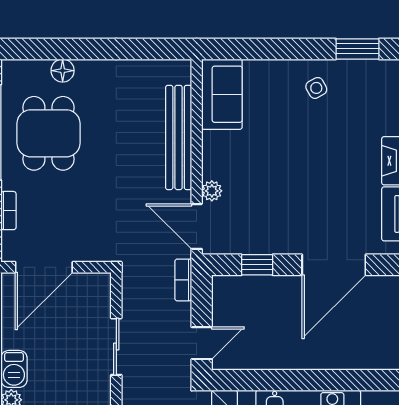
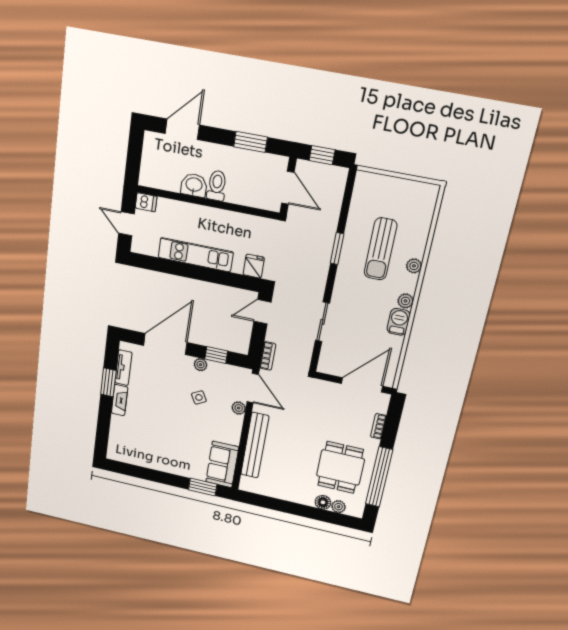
window: (357, 49) -> (203, 487), moved
plant: (39, 69) -> (339, 507), added
side table: (316, 88) -> (199, 397), moved
plant: (278, 245) -> (201, 365), added

